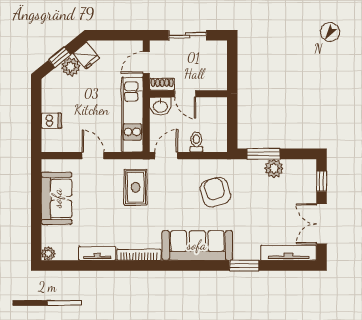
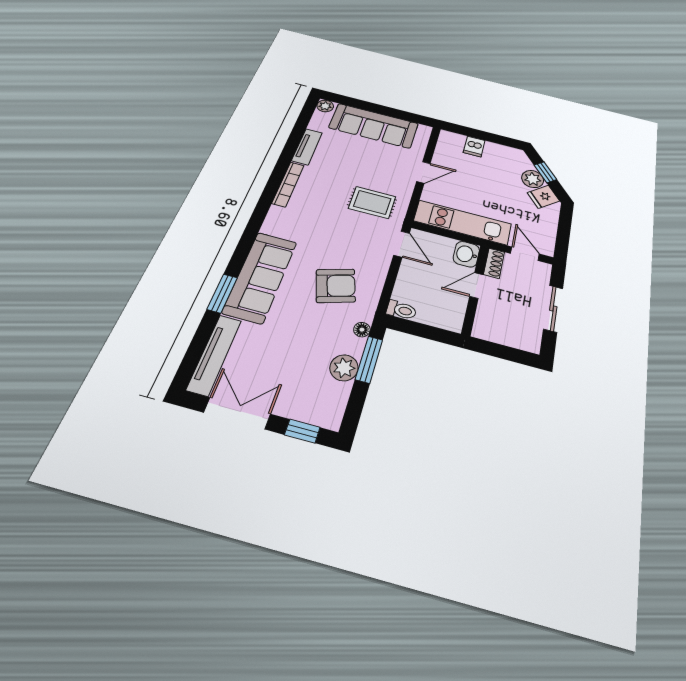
toilet: (196, 142) -> (401, 310), moved
floor lamp: (244, 165) -> (362, 330), added
sofa: (57, 198) -> (374, 126), width x1.36
sofa: (197, 245) -> (260, 277), moved

